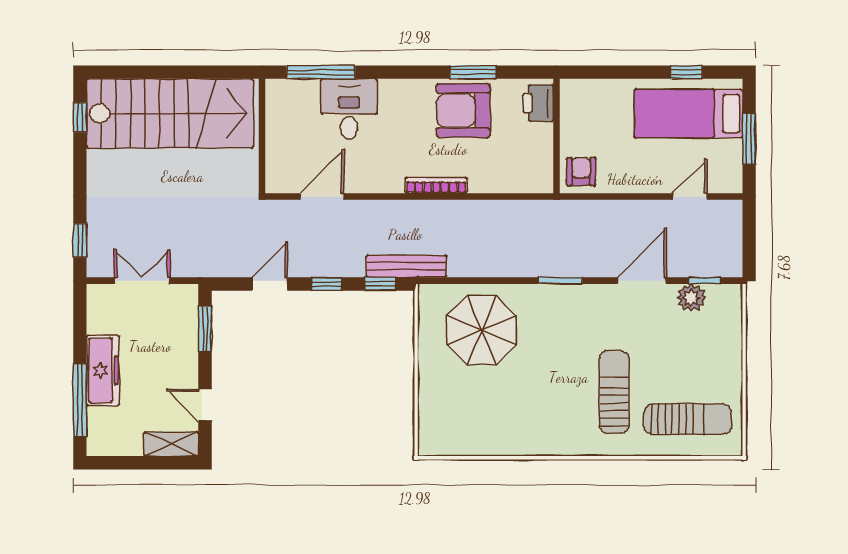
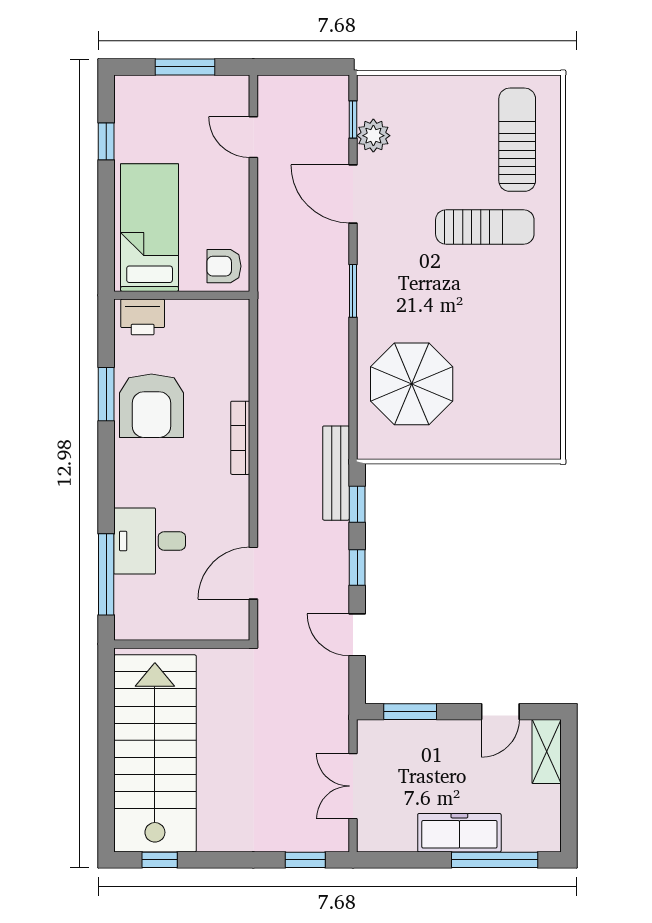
bed: (689, 113) -> (150, 228), moved, turned 180
door: (322, 196) -> (253, 573), hinge flipped
sun lounger: (614, 392) -> (485, 227), turned 180

